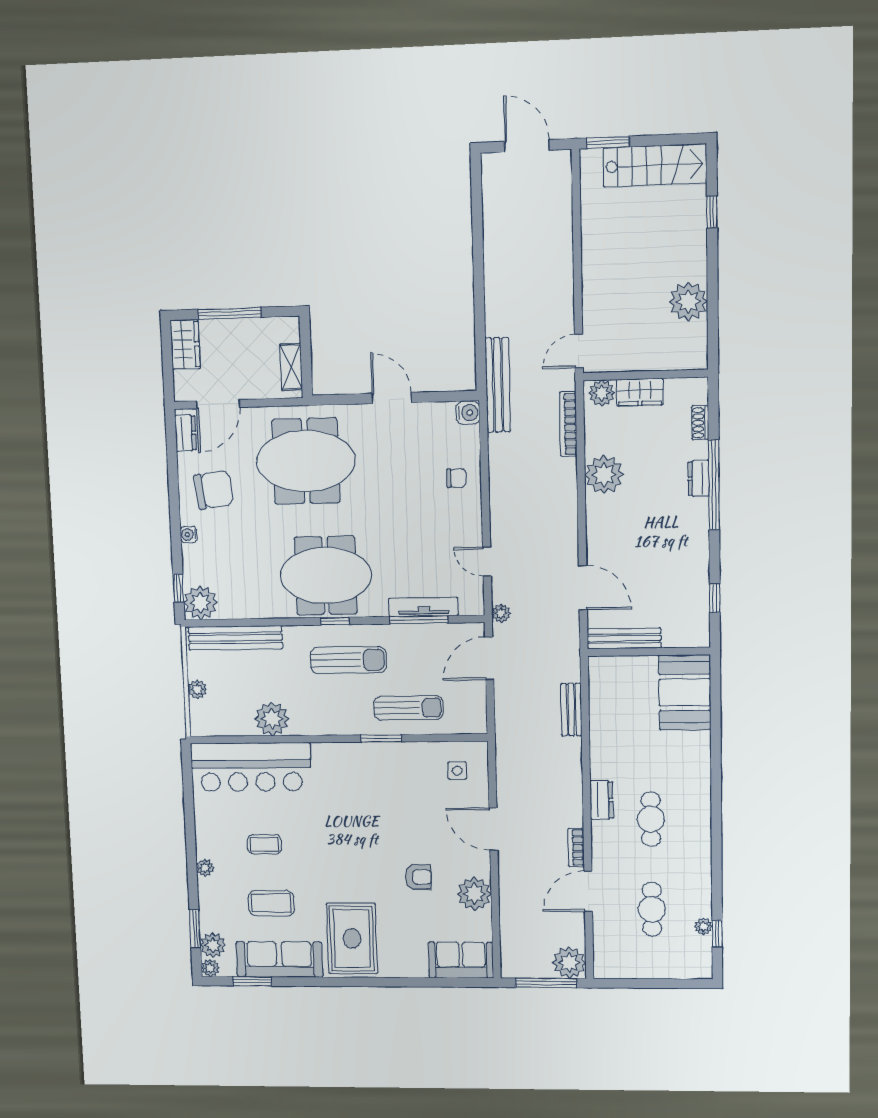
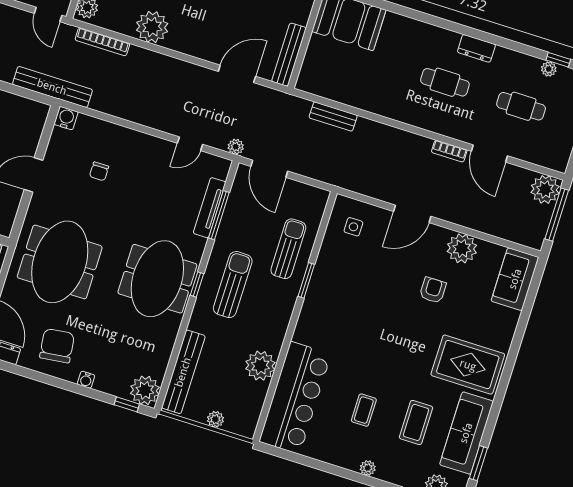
chair: (456, 478) -> (99, 171), moved, turned 180
dresser: (601, 800) -> (476, 48), moved, turned 180

